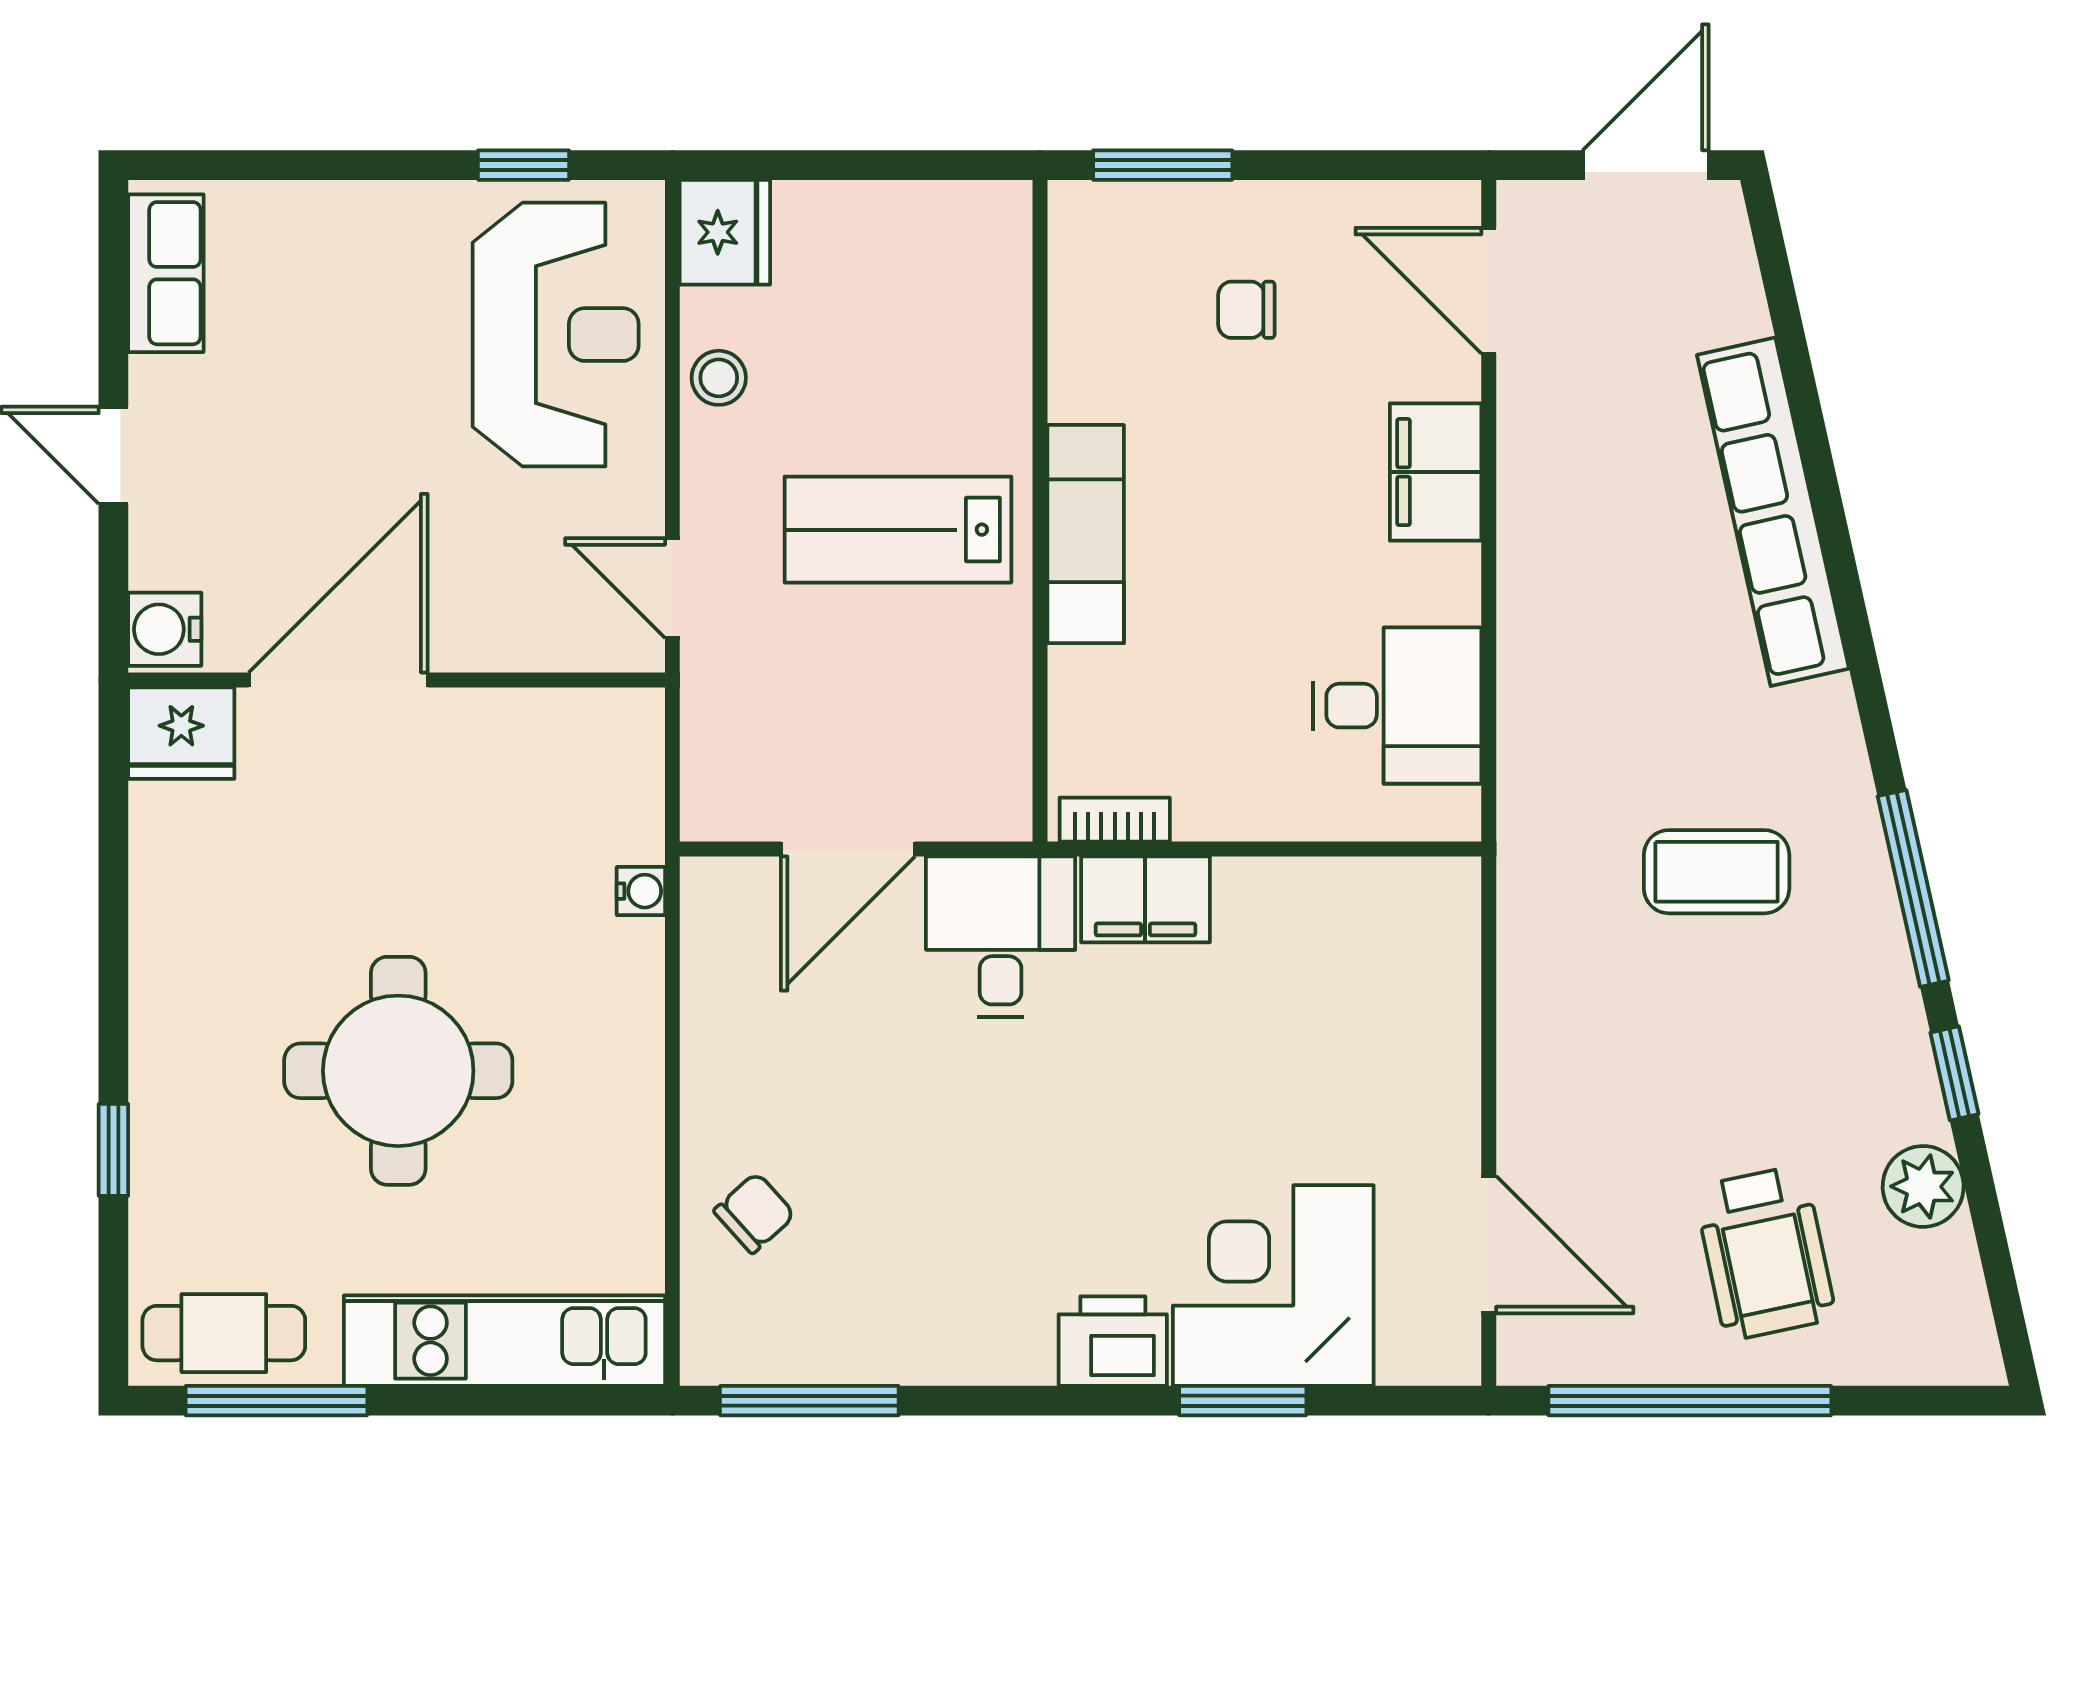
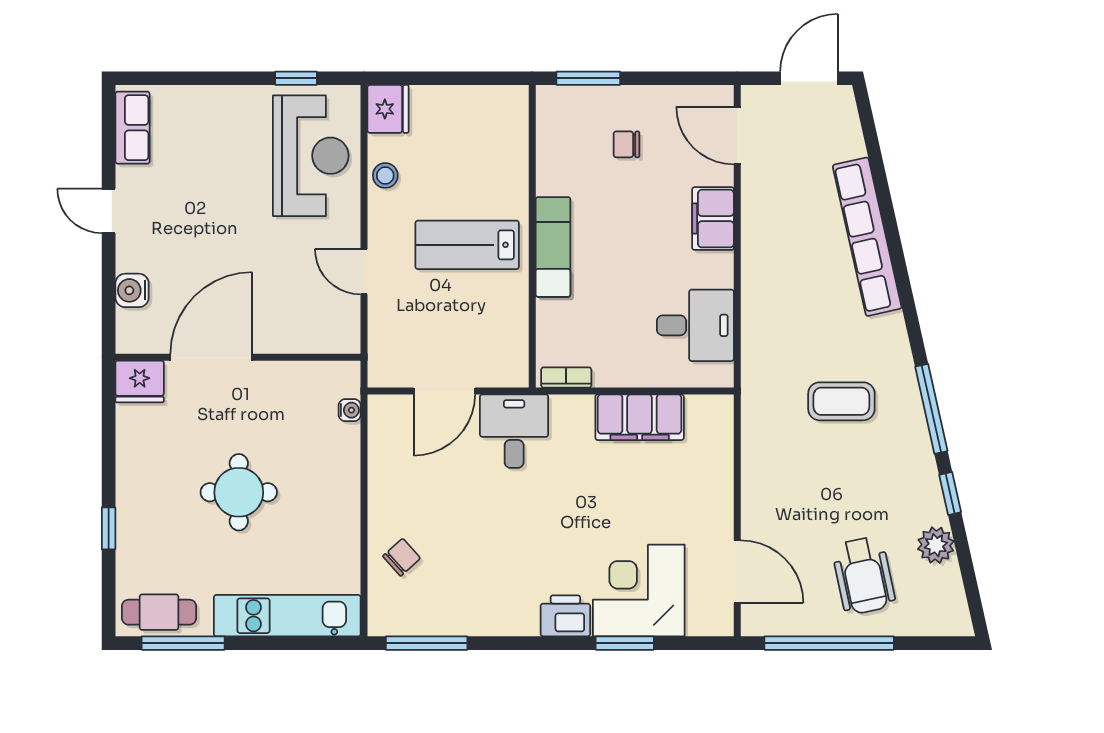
door: (338, 680) -> (211, 357), moved
wall: (397, 680) -> (238, 357), moved
fridge: (181, 733) -> (140, 382), moved
filing cabinet: (1145, 899) -> (640, 417), moved, width x1.50, depth x1.17
round table: (398, 1071) -> (239, 492), width x0.73, depth x0.73

